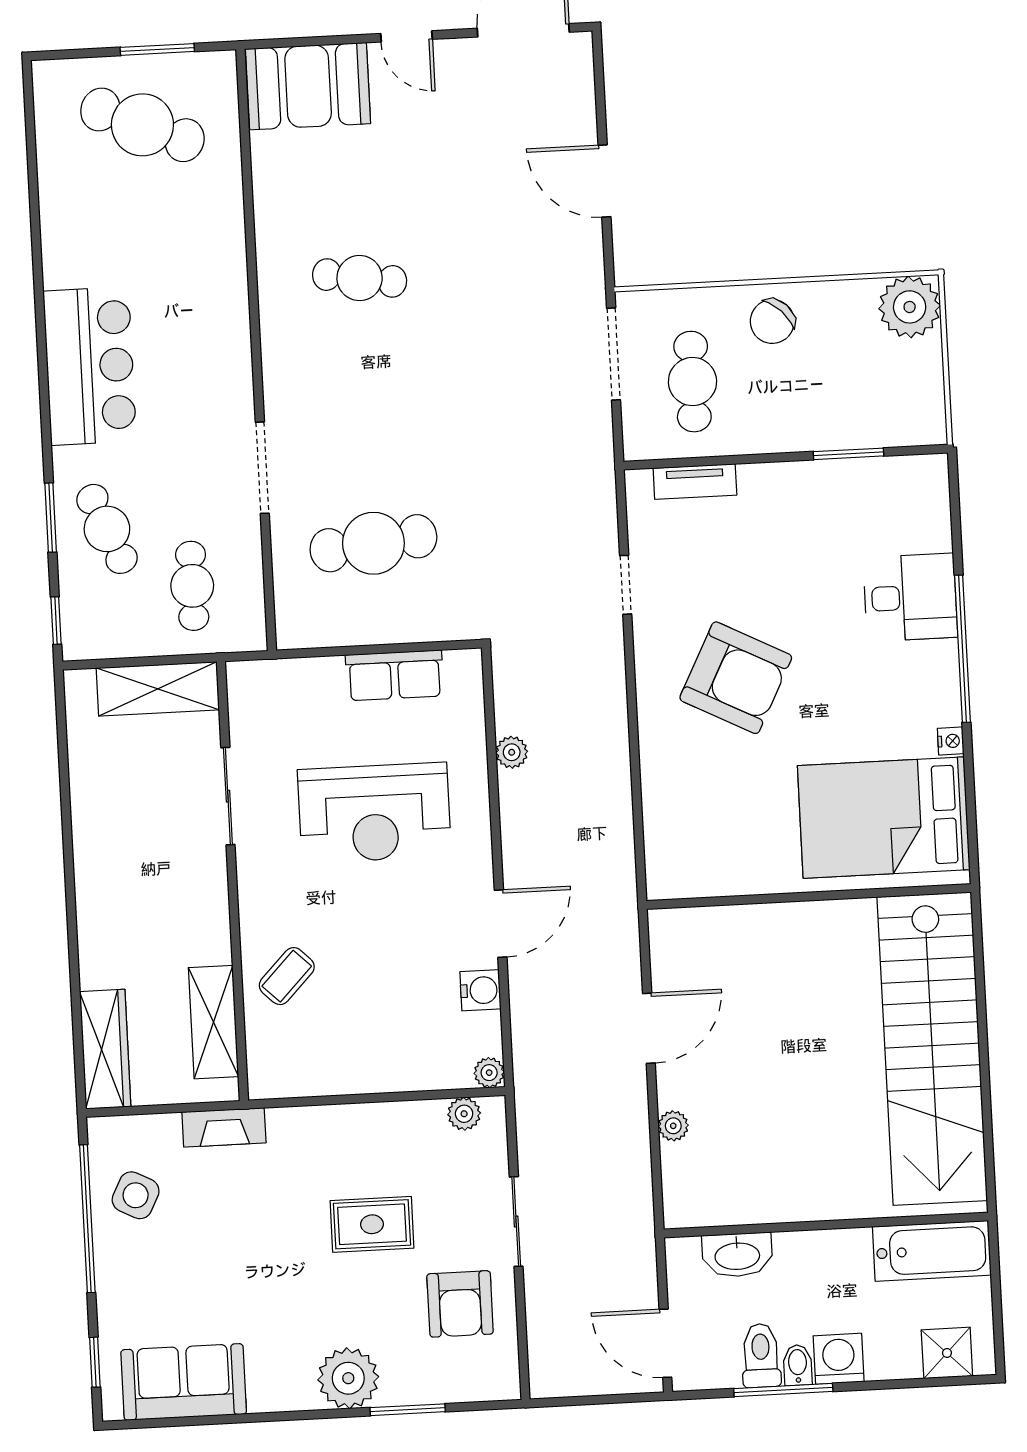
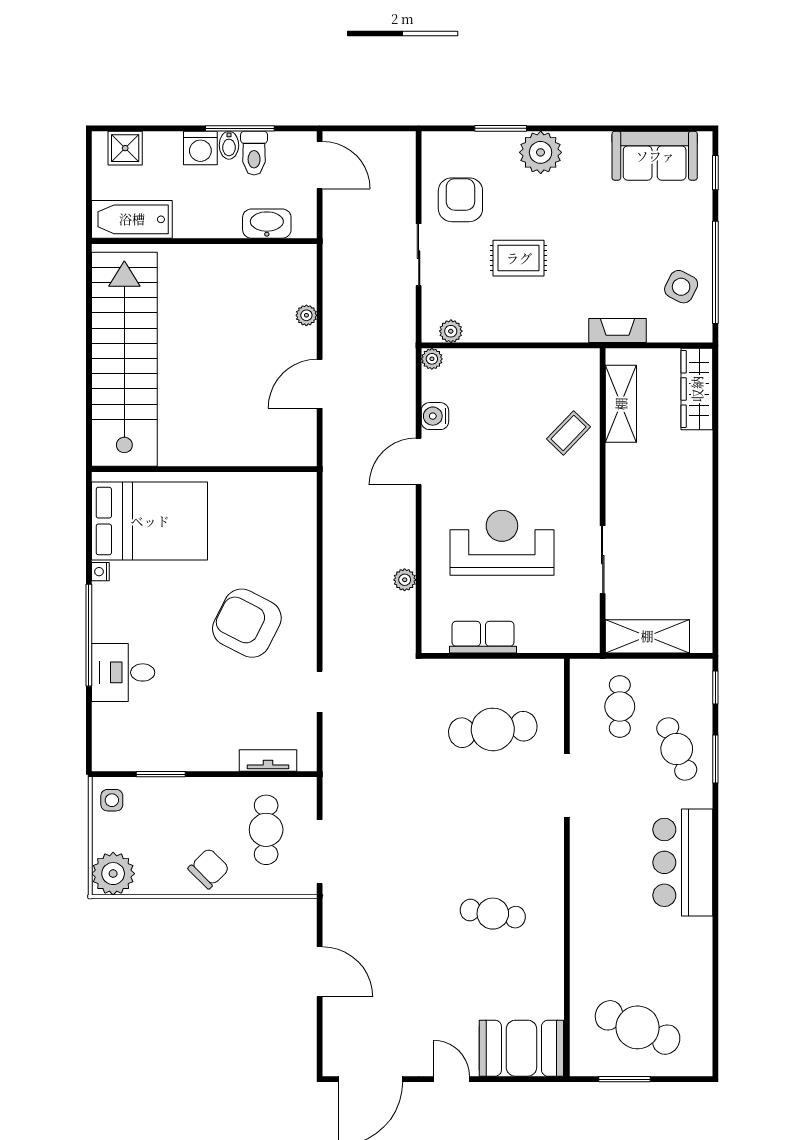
side table: (917, 413) -> (112, 800), added

